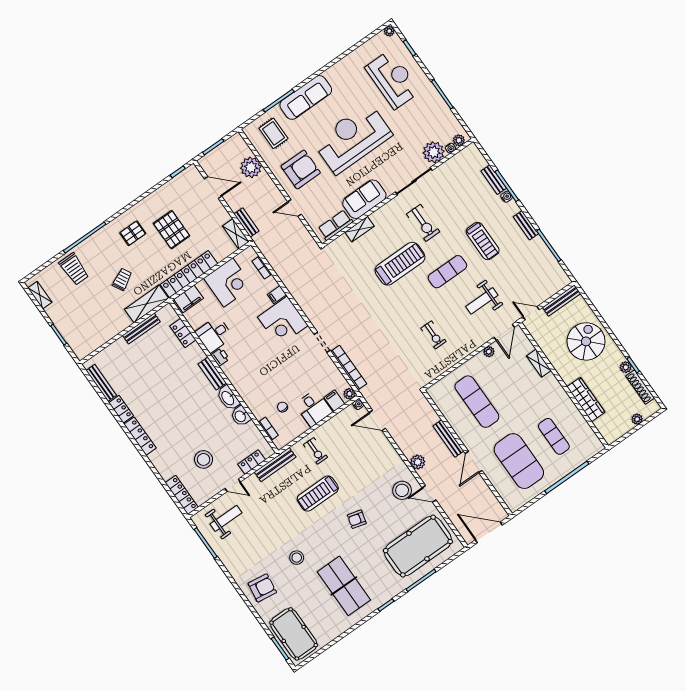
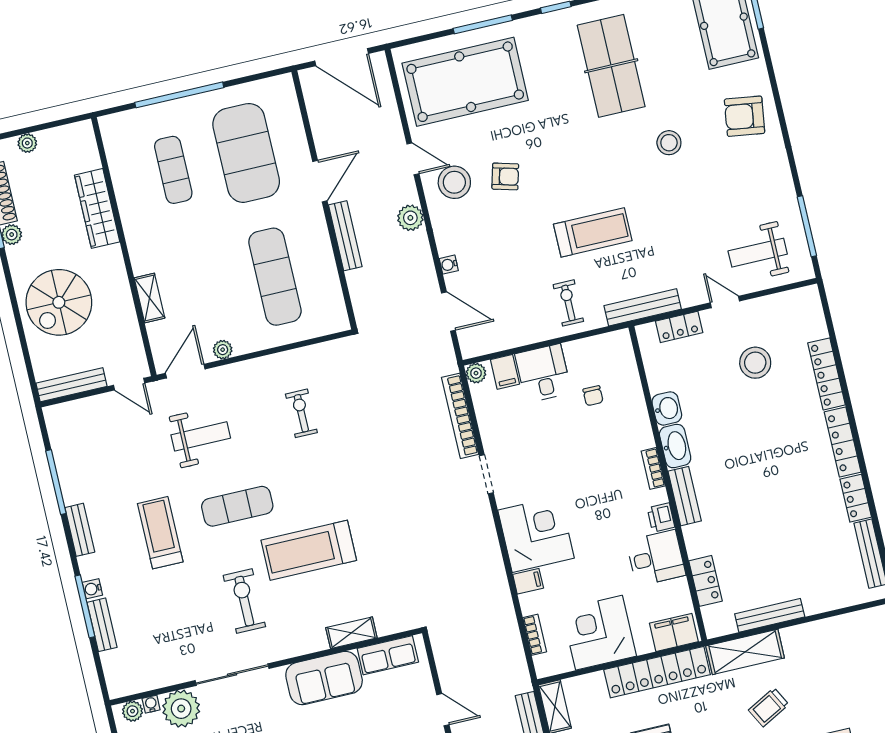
water cooler: (358, 404) -> (449, 265), moved
bookcase: (268, 429) -> (653, 468), moved
locker: (182, 495) -> (827, 374), moved
armchair: (357, 519) -> (505, 176), moved

